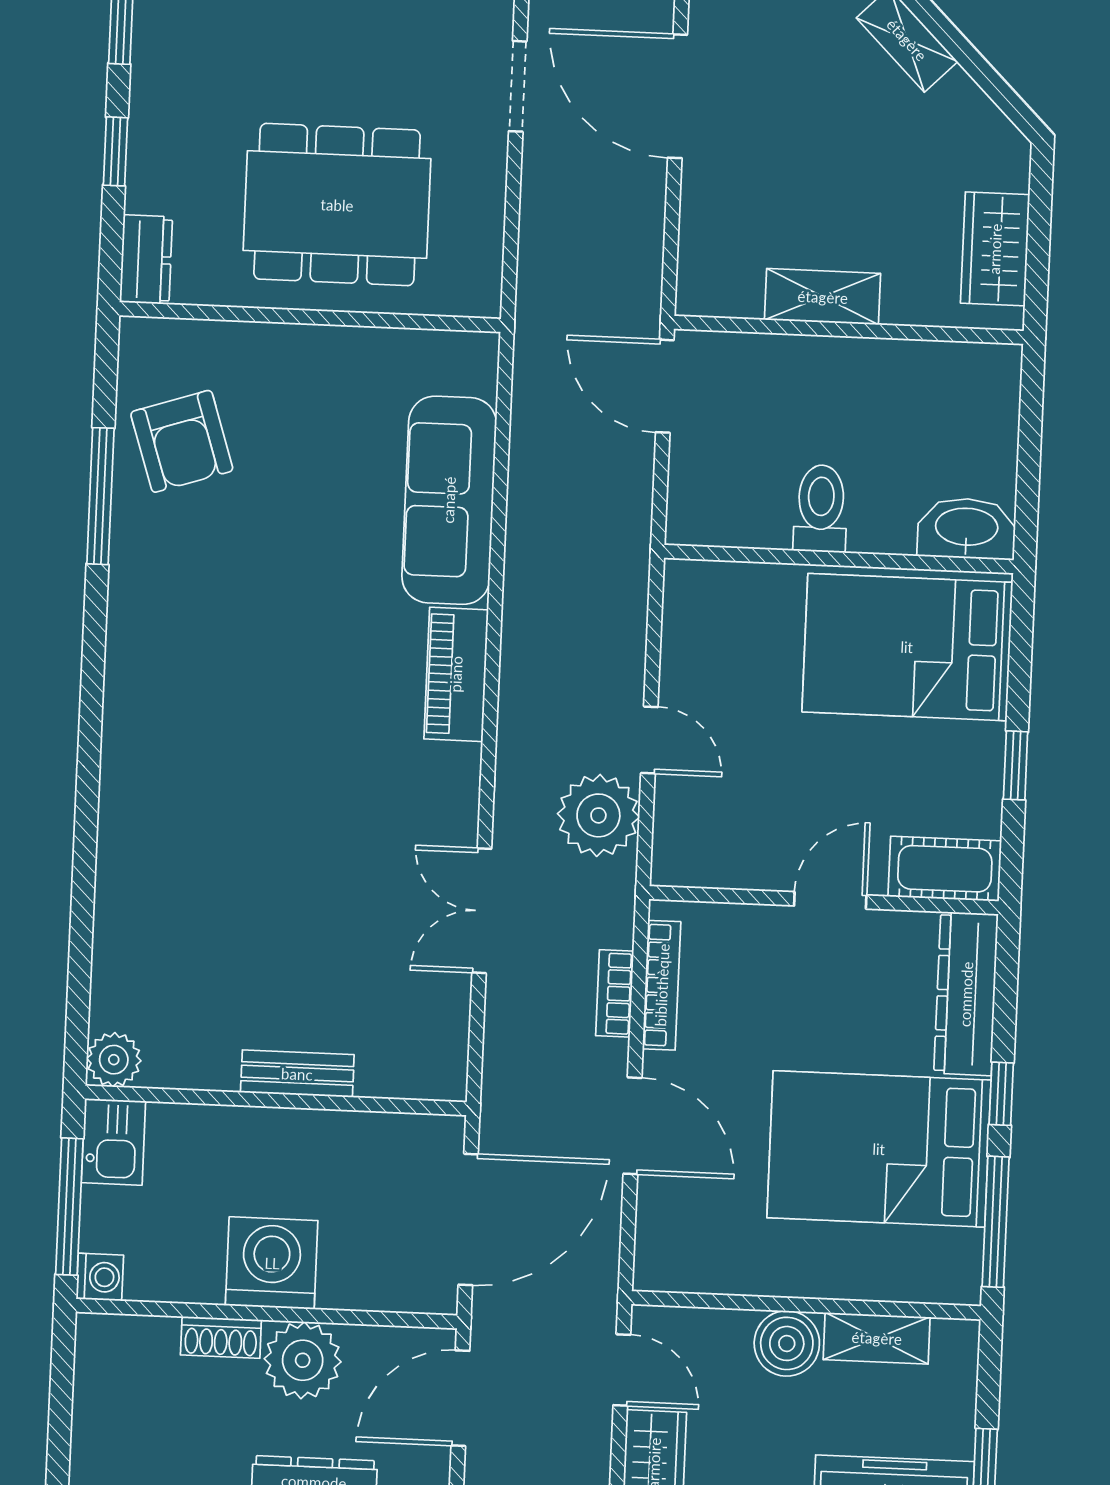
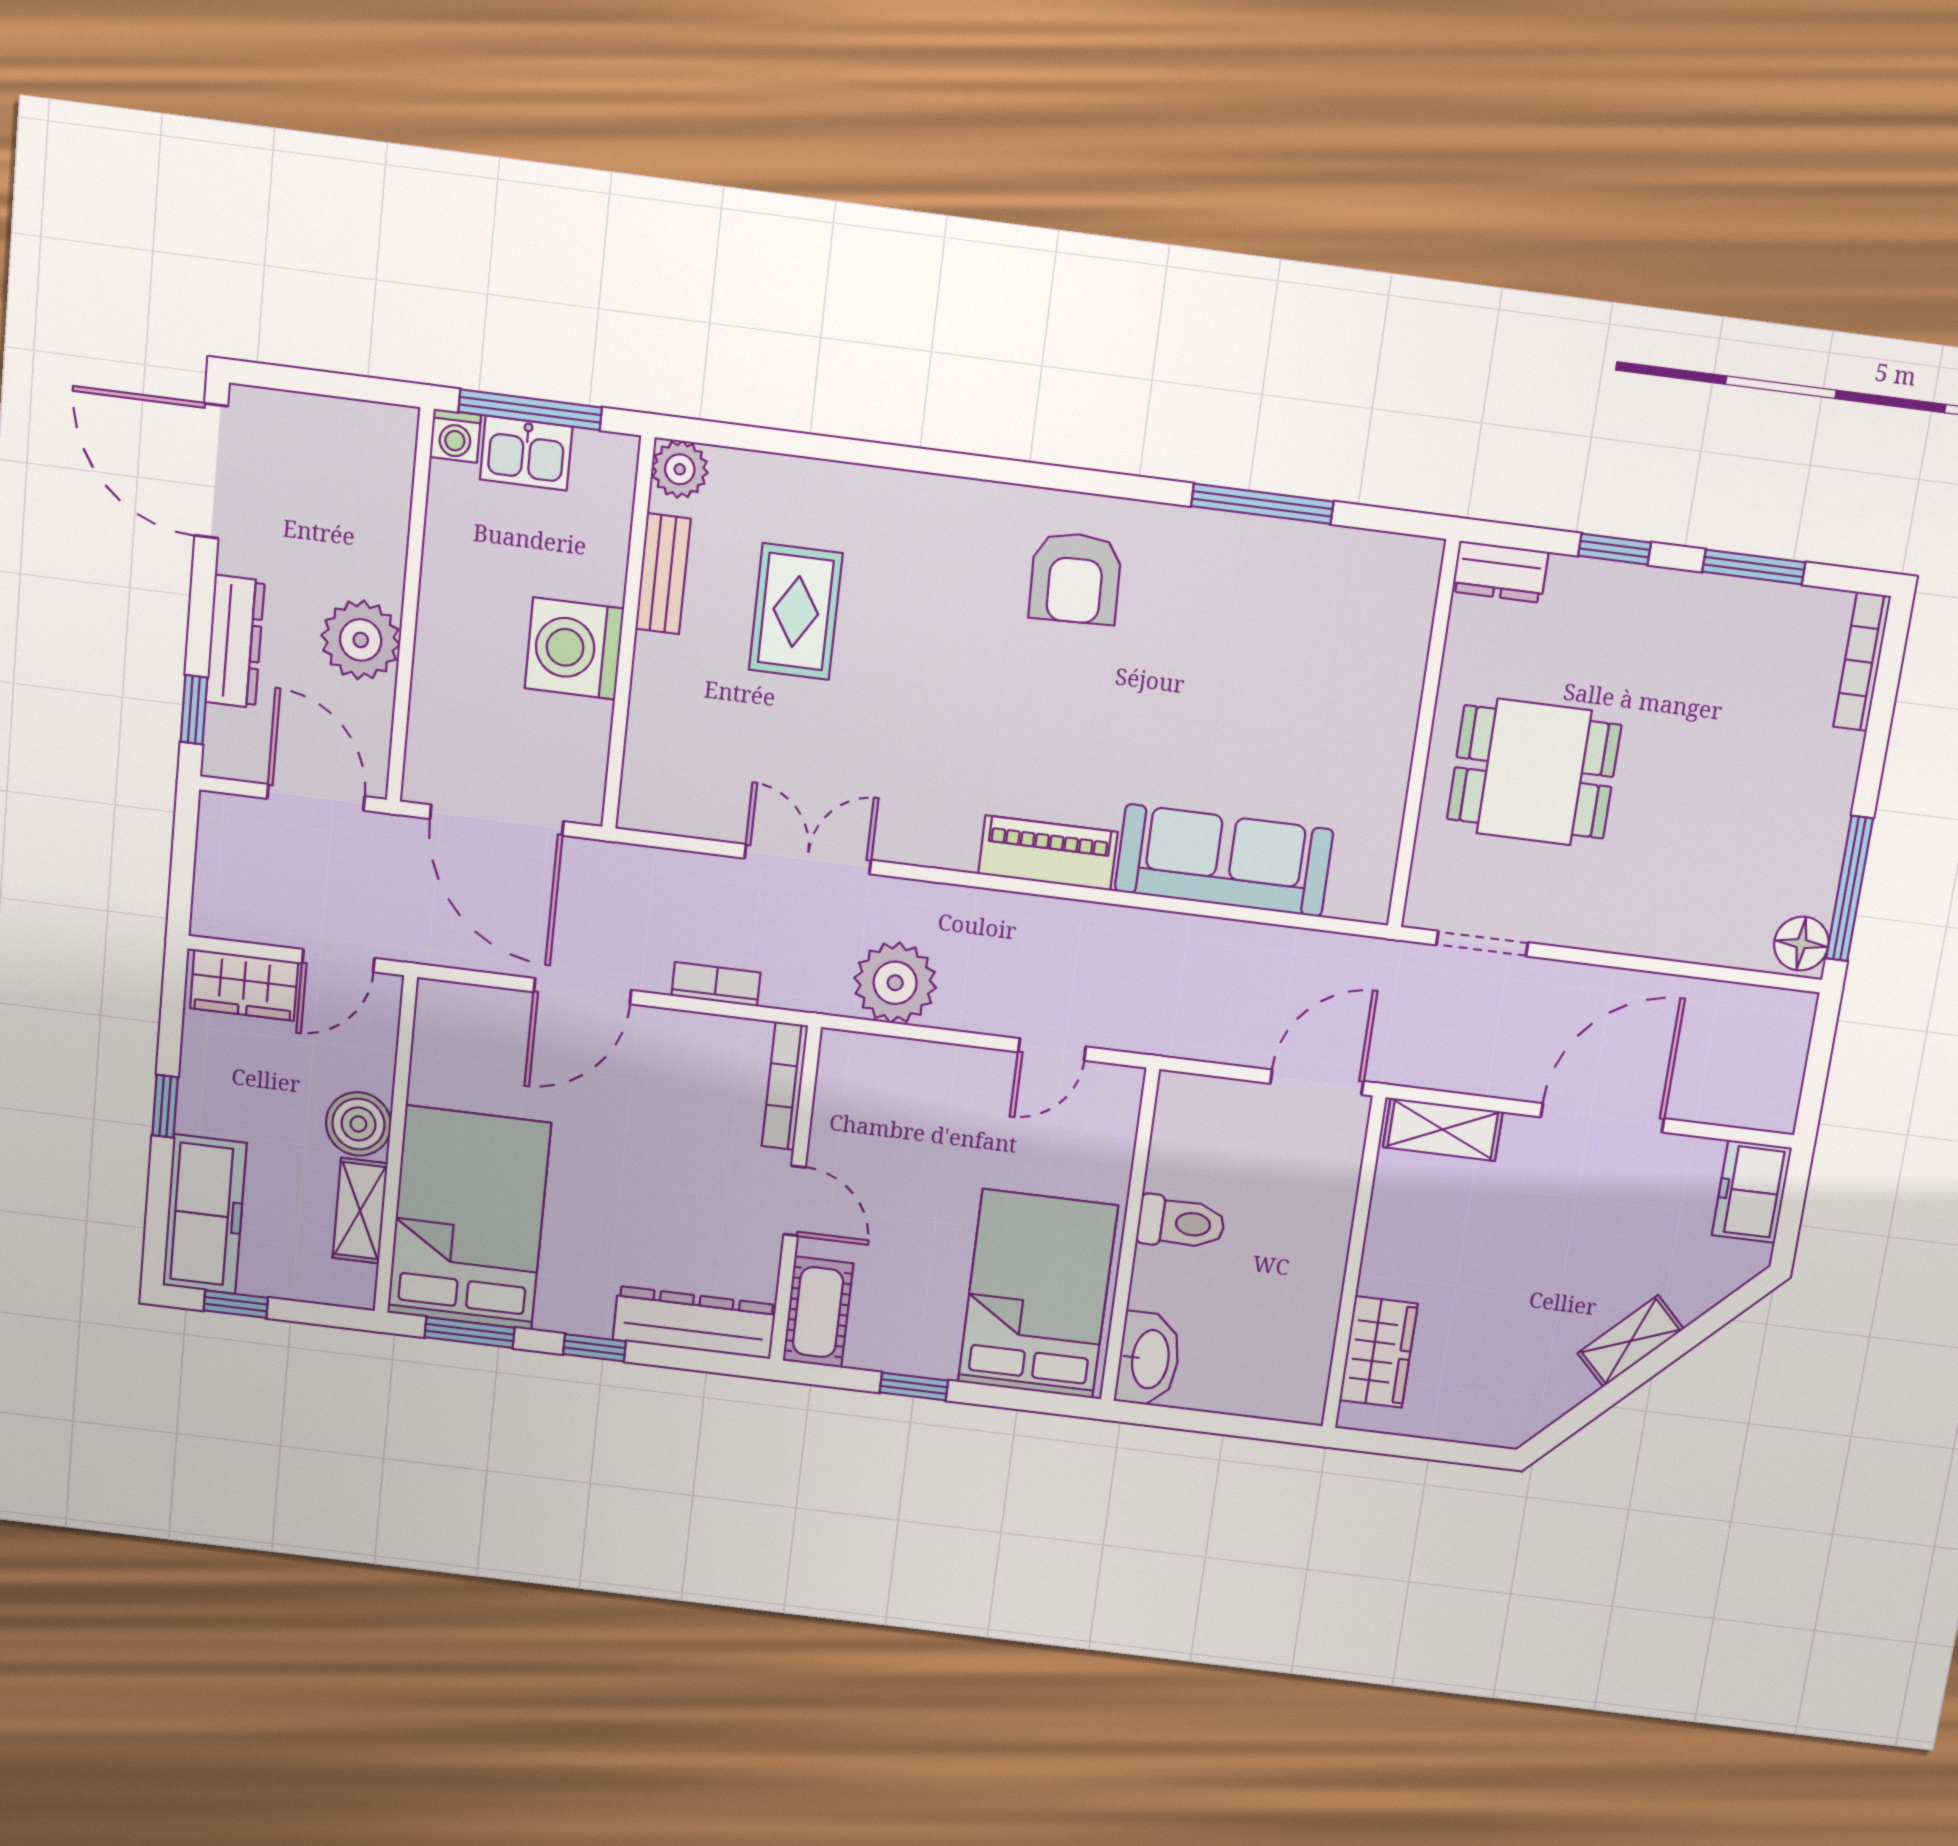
doorway: (518, 86) -> (1482, 944), moved
dining table: (337, 205) -> (1534, 772), width x0.73
wardrobe: (995, 249) -> (1378, 1352), moved, turned 90
shelving: (823, 297) -> (1443, 1129), moved, turned 90
armchair: (182, 441) -> (1075, 578), moved, turned -74
door: (649, 740) -> (1052, 1049), moved
rug: (240, 939) -> (796, 612), added
bookcase: (662, 985) -> (785, 1086), moved, turned 90
bench: (297, 1074) -> (663, 574), moved
kitchen sink: (113, 1142) -> (526, 453), moved
bed: (879, 1149) -> (469, 1218), moved
window: (996, 1222) -> (470, 1333), width x0.69
washing machine: (272, 1263) -> (574, 648), moved, turned 180
shoe rack: (221, 1337) -> (388, 557), removed

